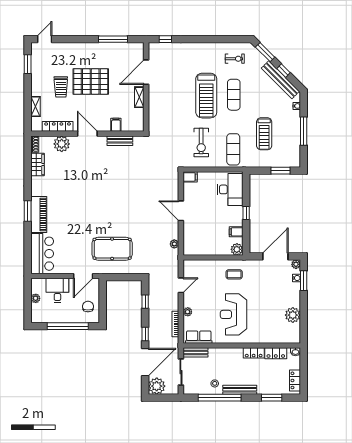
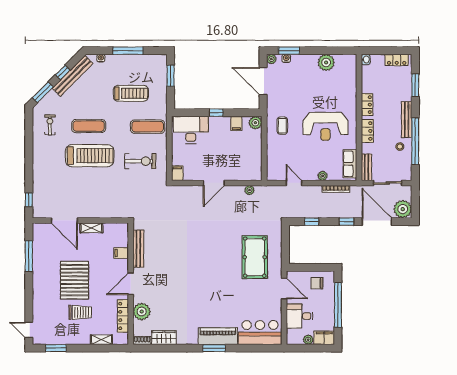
bench: (120, 141) -> (138, 249), width x1.36
filing cabinet: (37, 313) -> (324, 338), added
locker: (276, 353) -> (367, 131), moved

